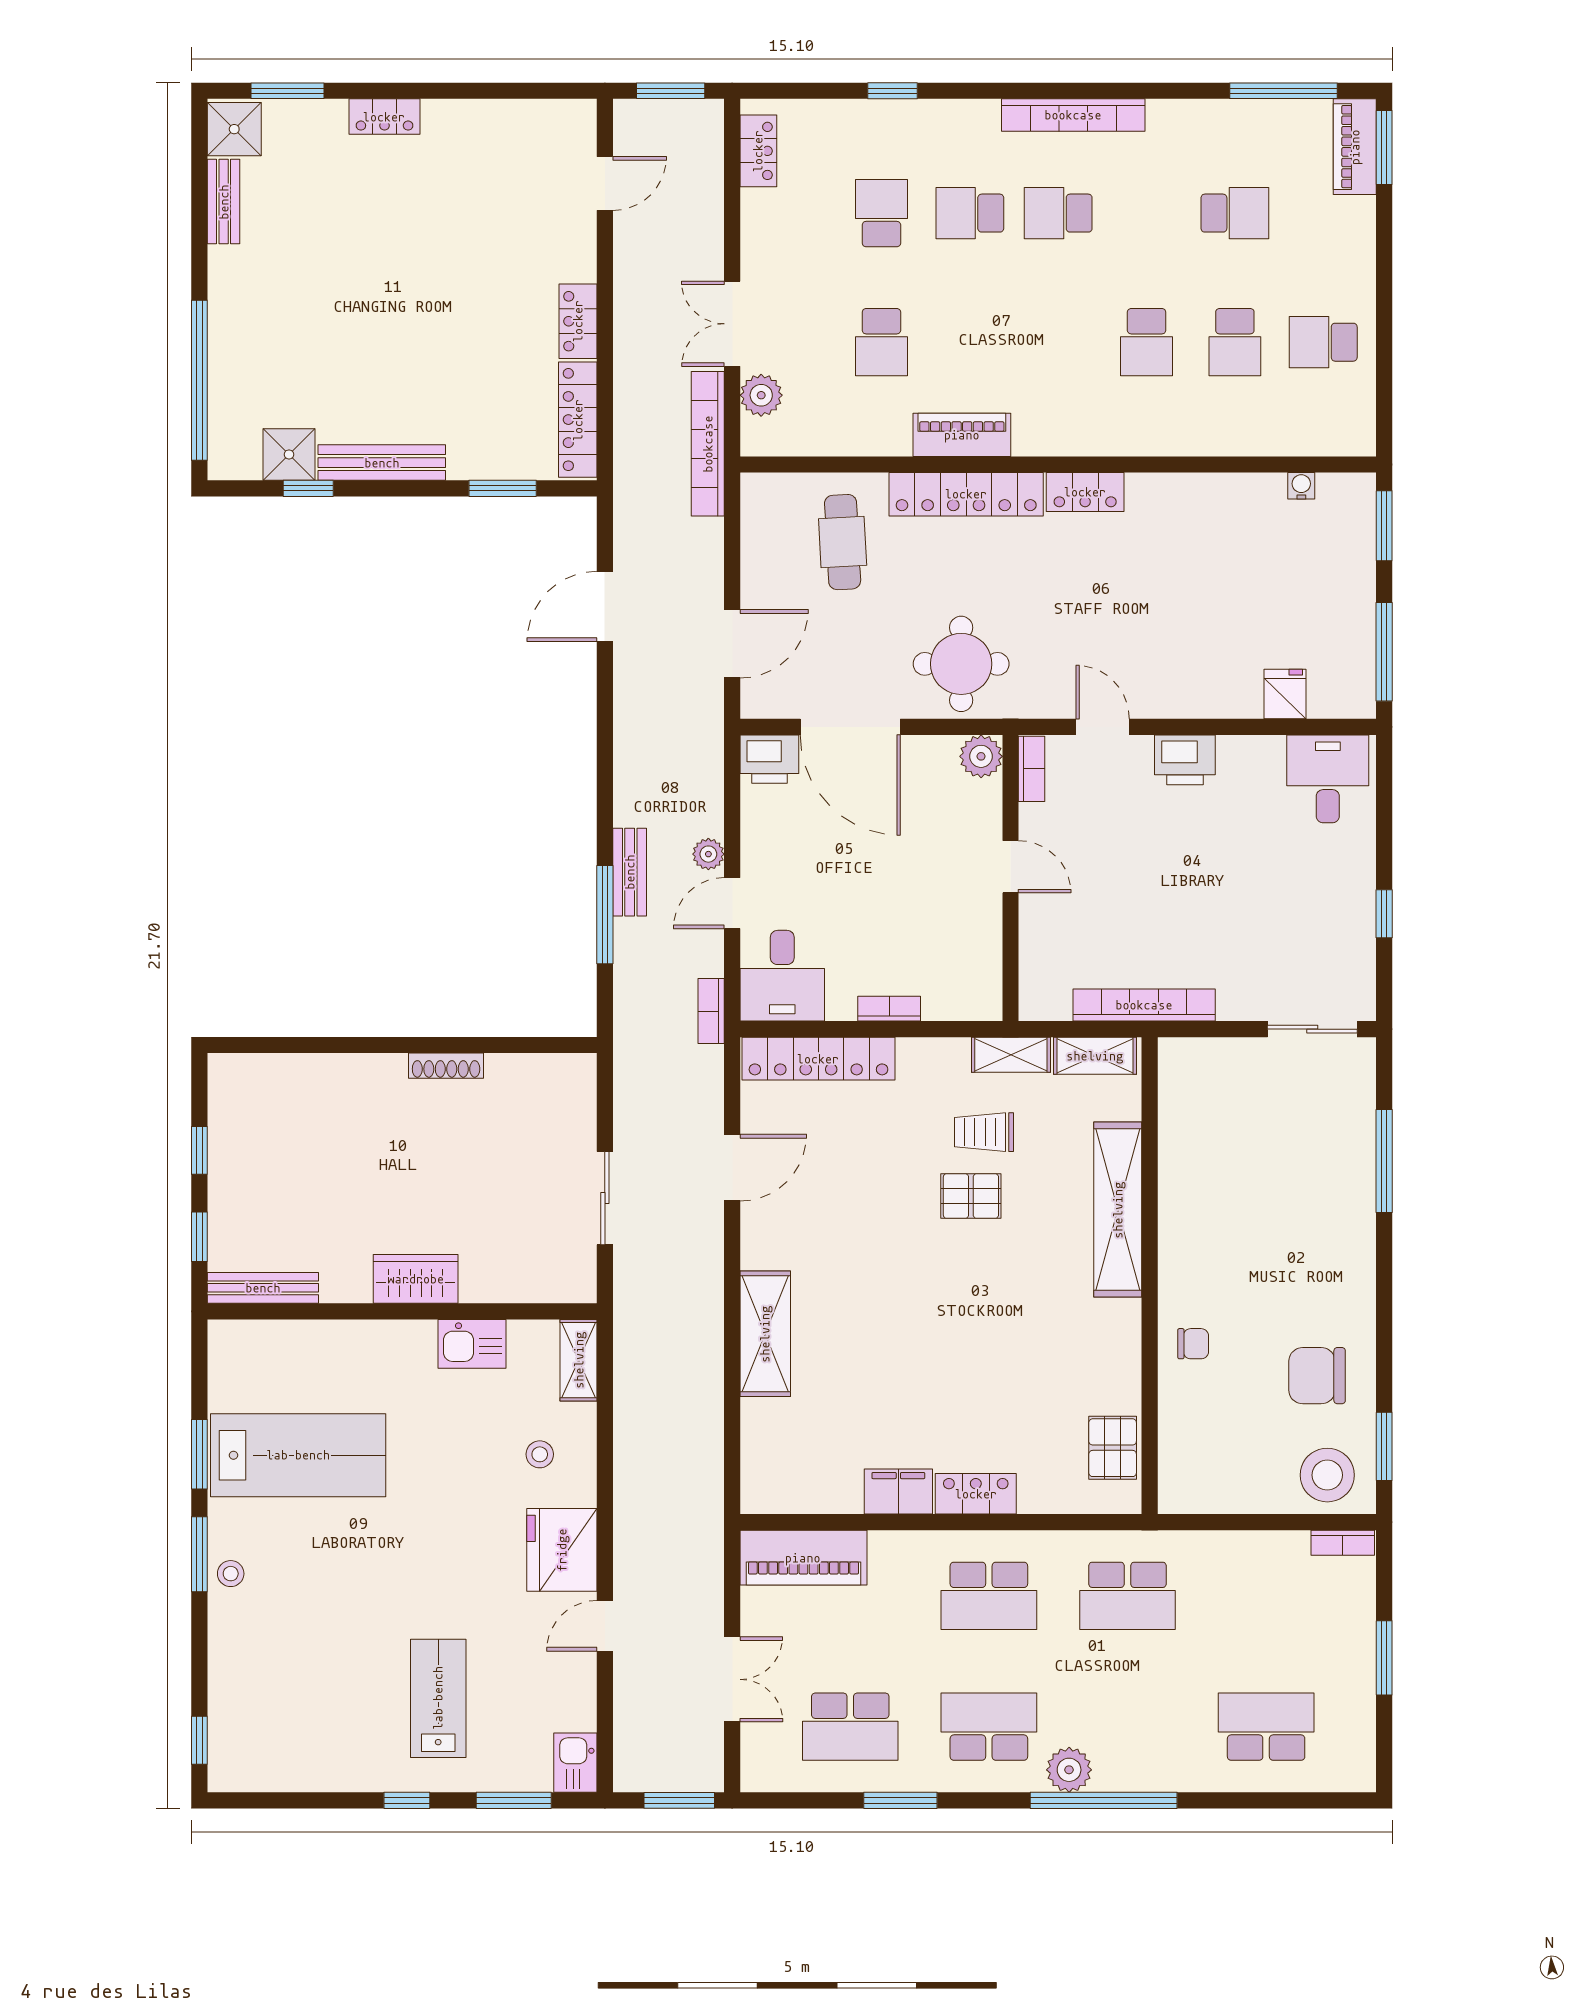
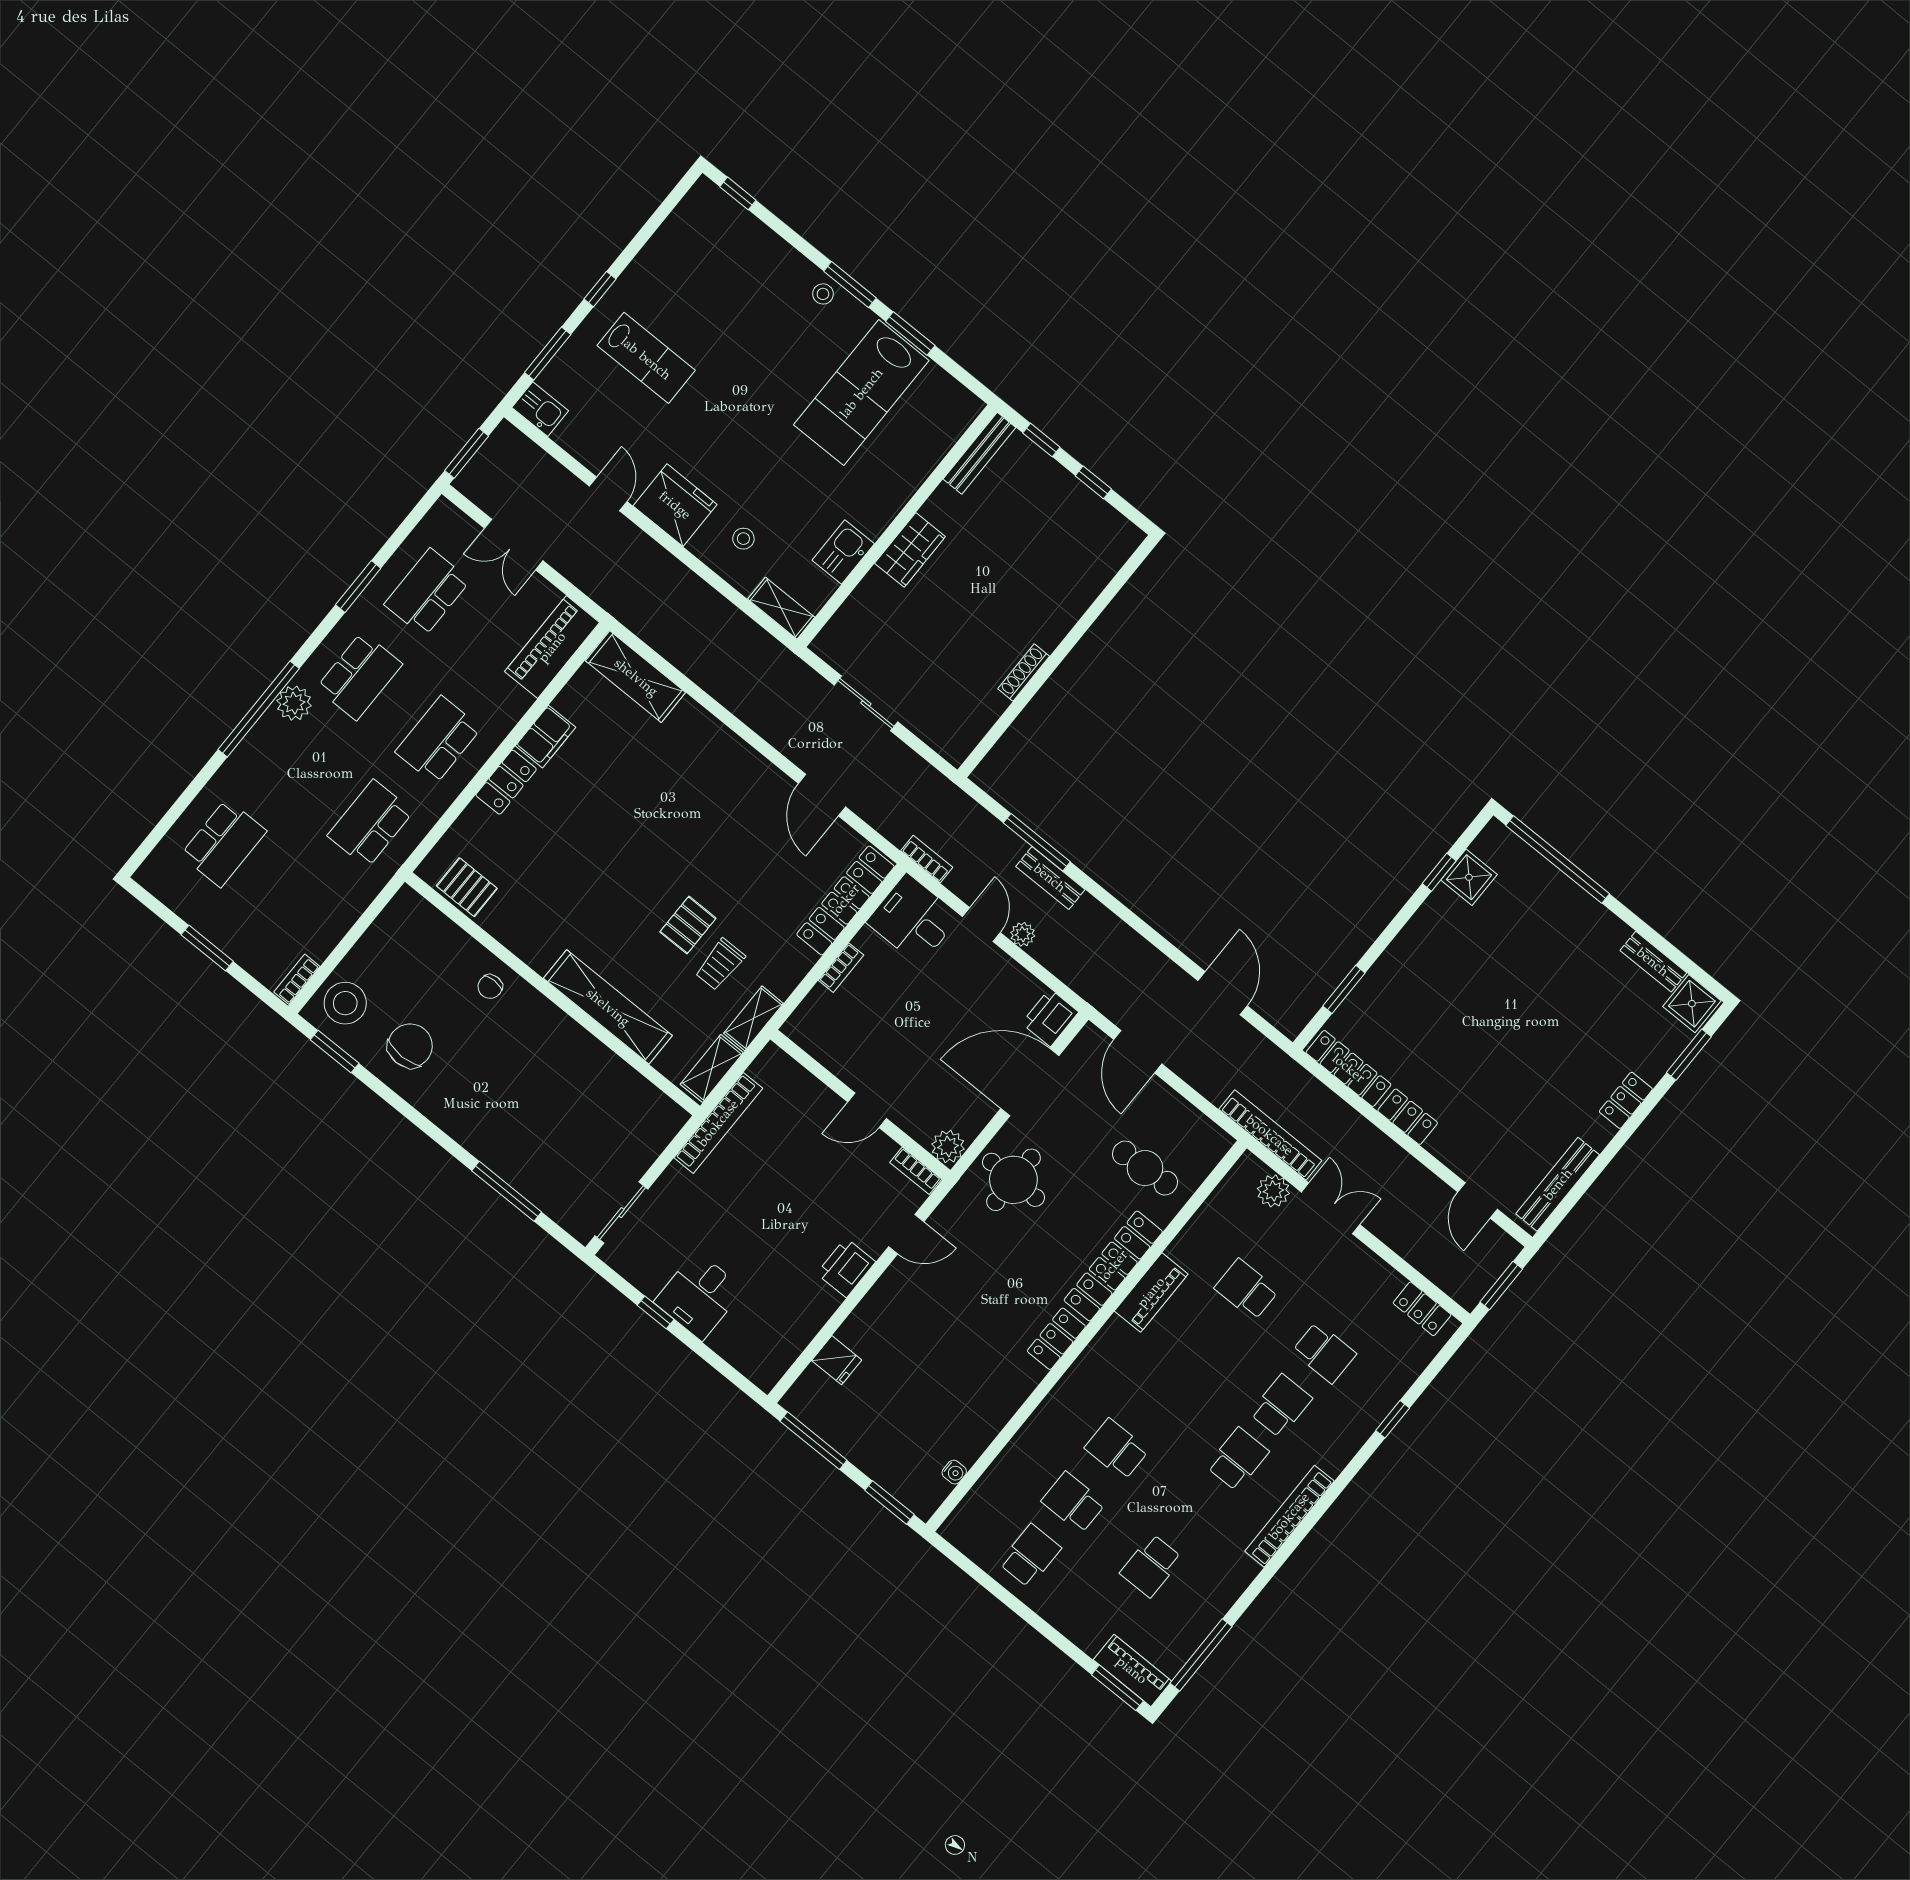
bench: (382, 463) -> (1558, 1184), moved
desk: (1328, 779) -> (699, 1296), moved, turned 90
trolley: (984, 1132) -> (720, 964), turned 180
shelving: (765, 1334) -> (636, 677), moved

